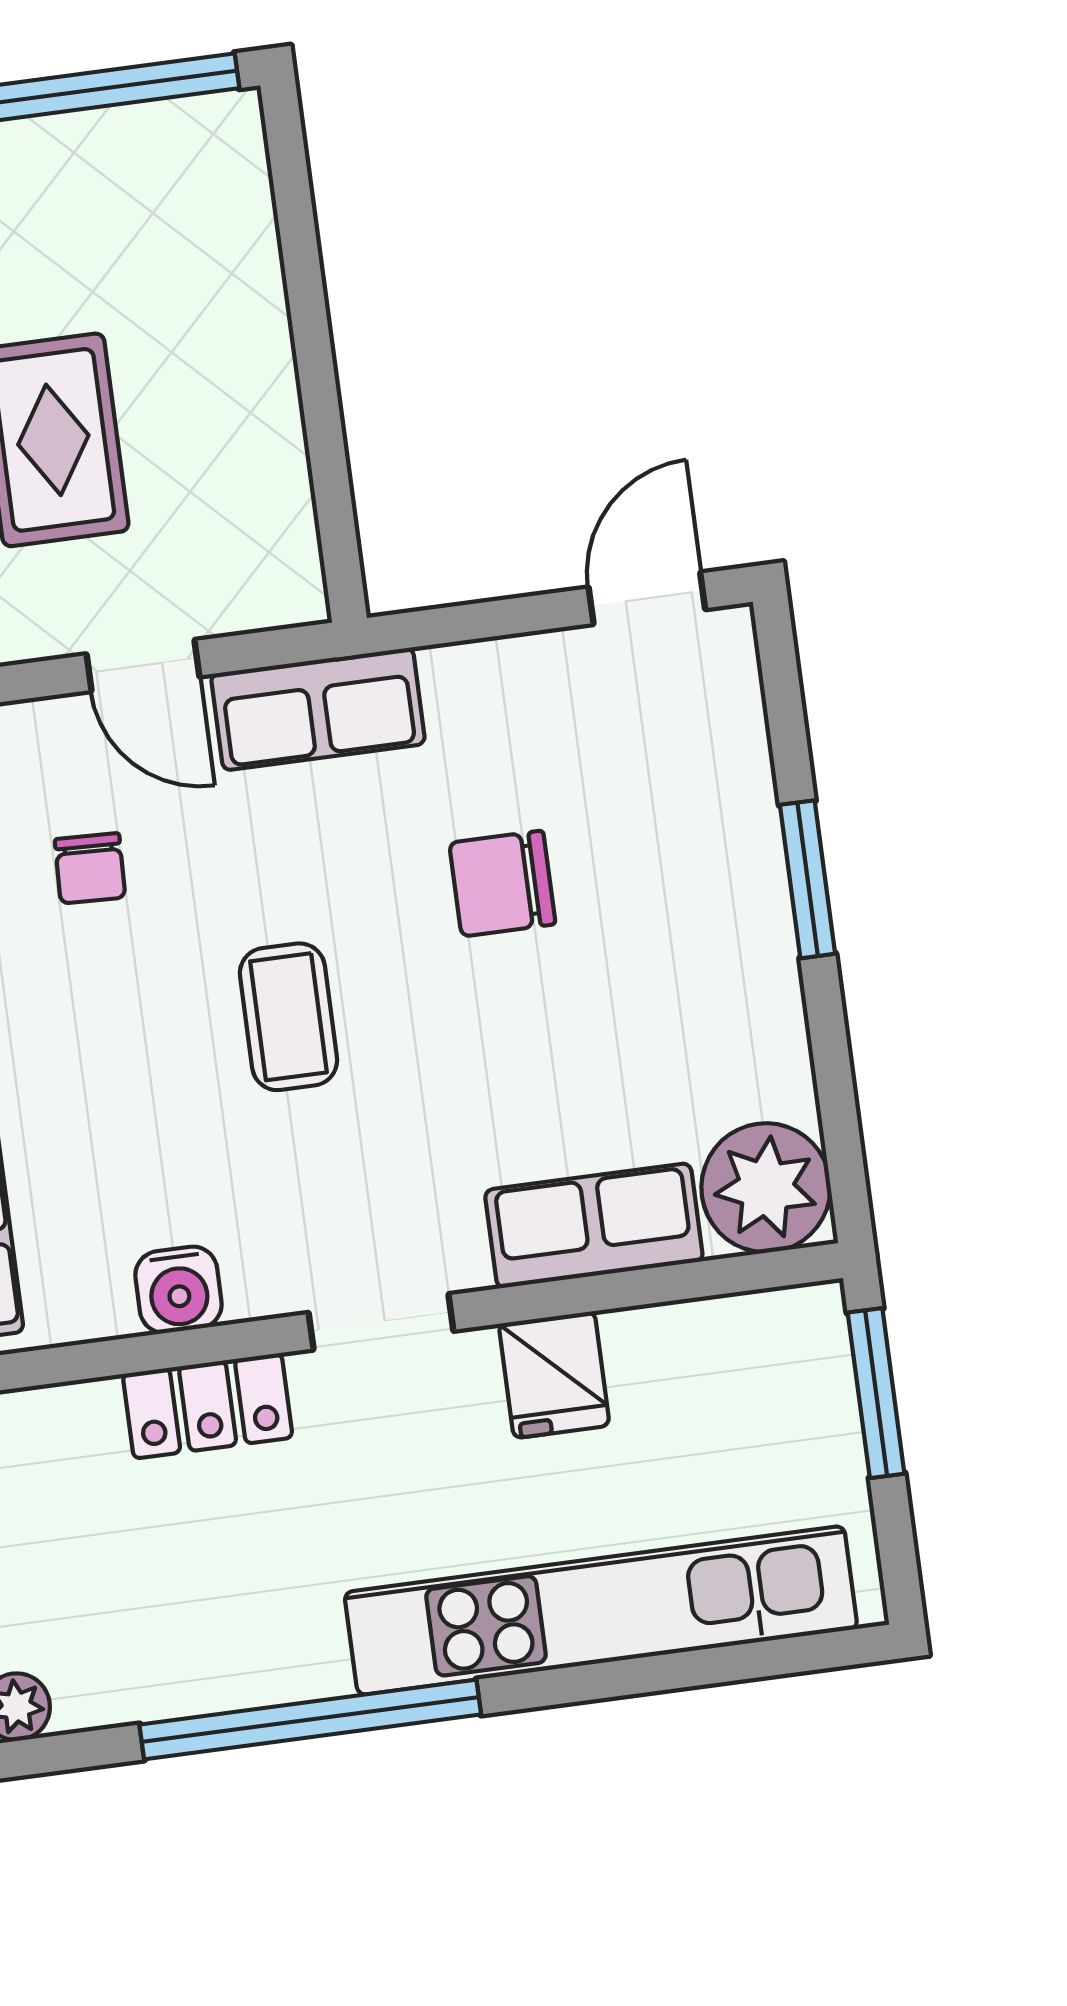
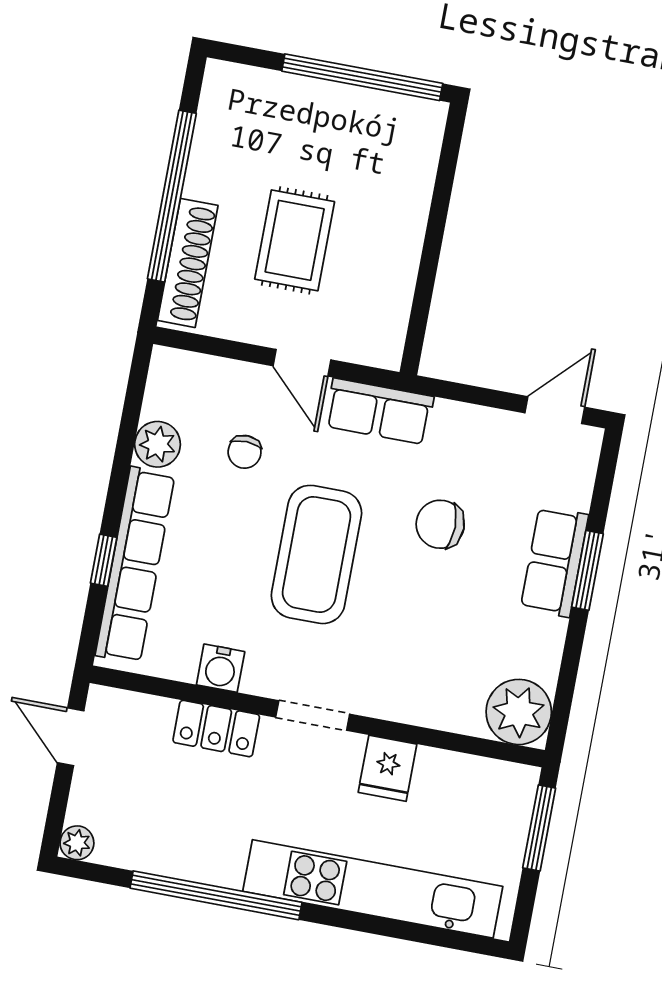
coffee table: (288, 1017) -> (316, 554), width x1.86, depth x1.72
row of seats: (594, 1226) -> (554, 562), moved, turned -90

